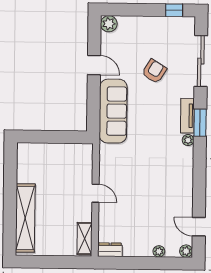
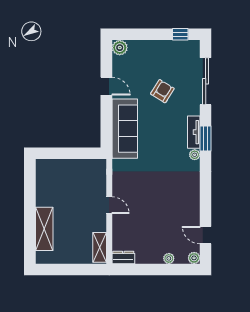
shelving: (25, 218) -> (44, 229), width x0.68

